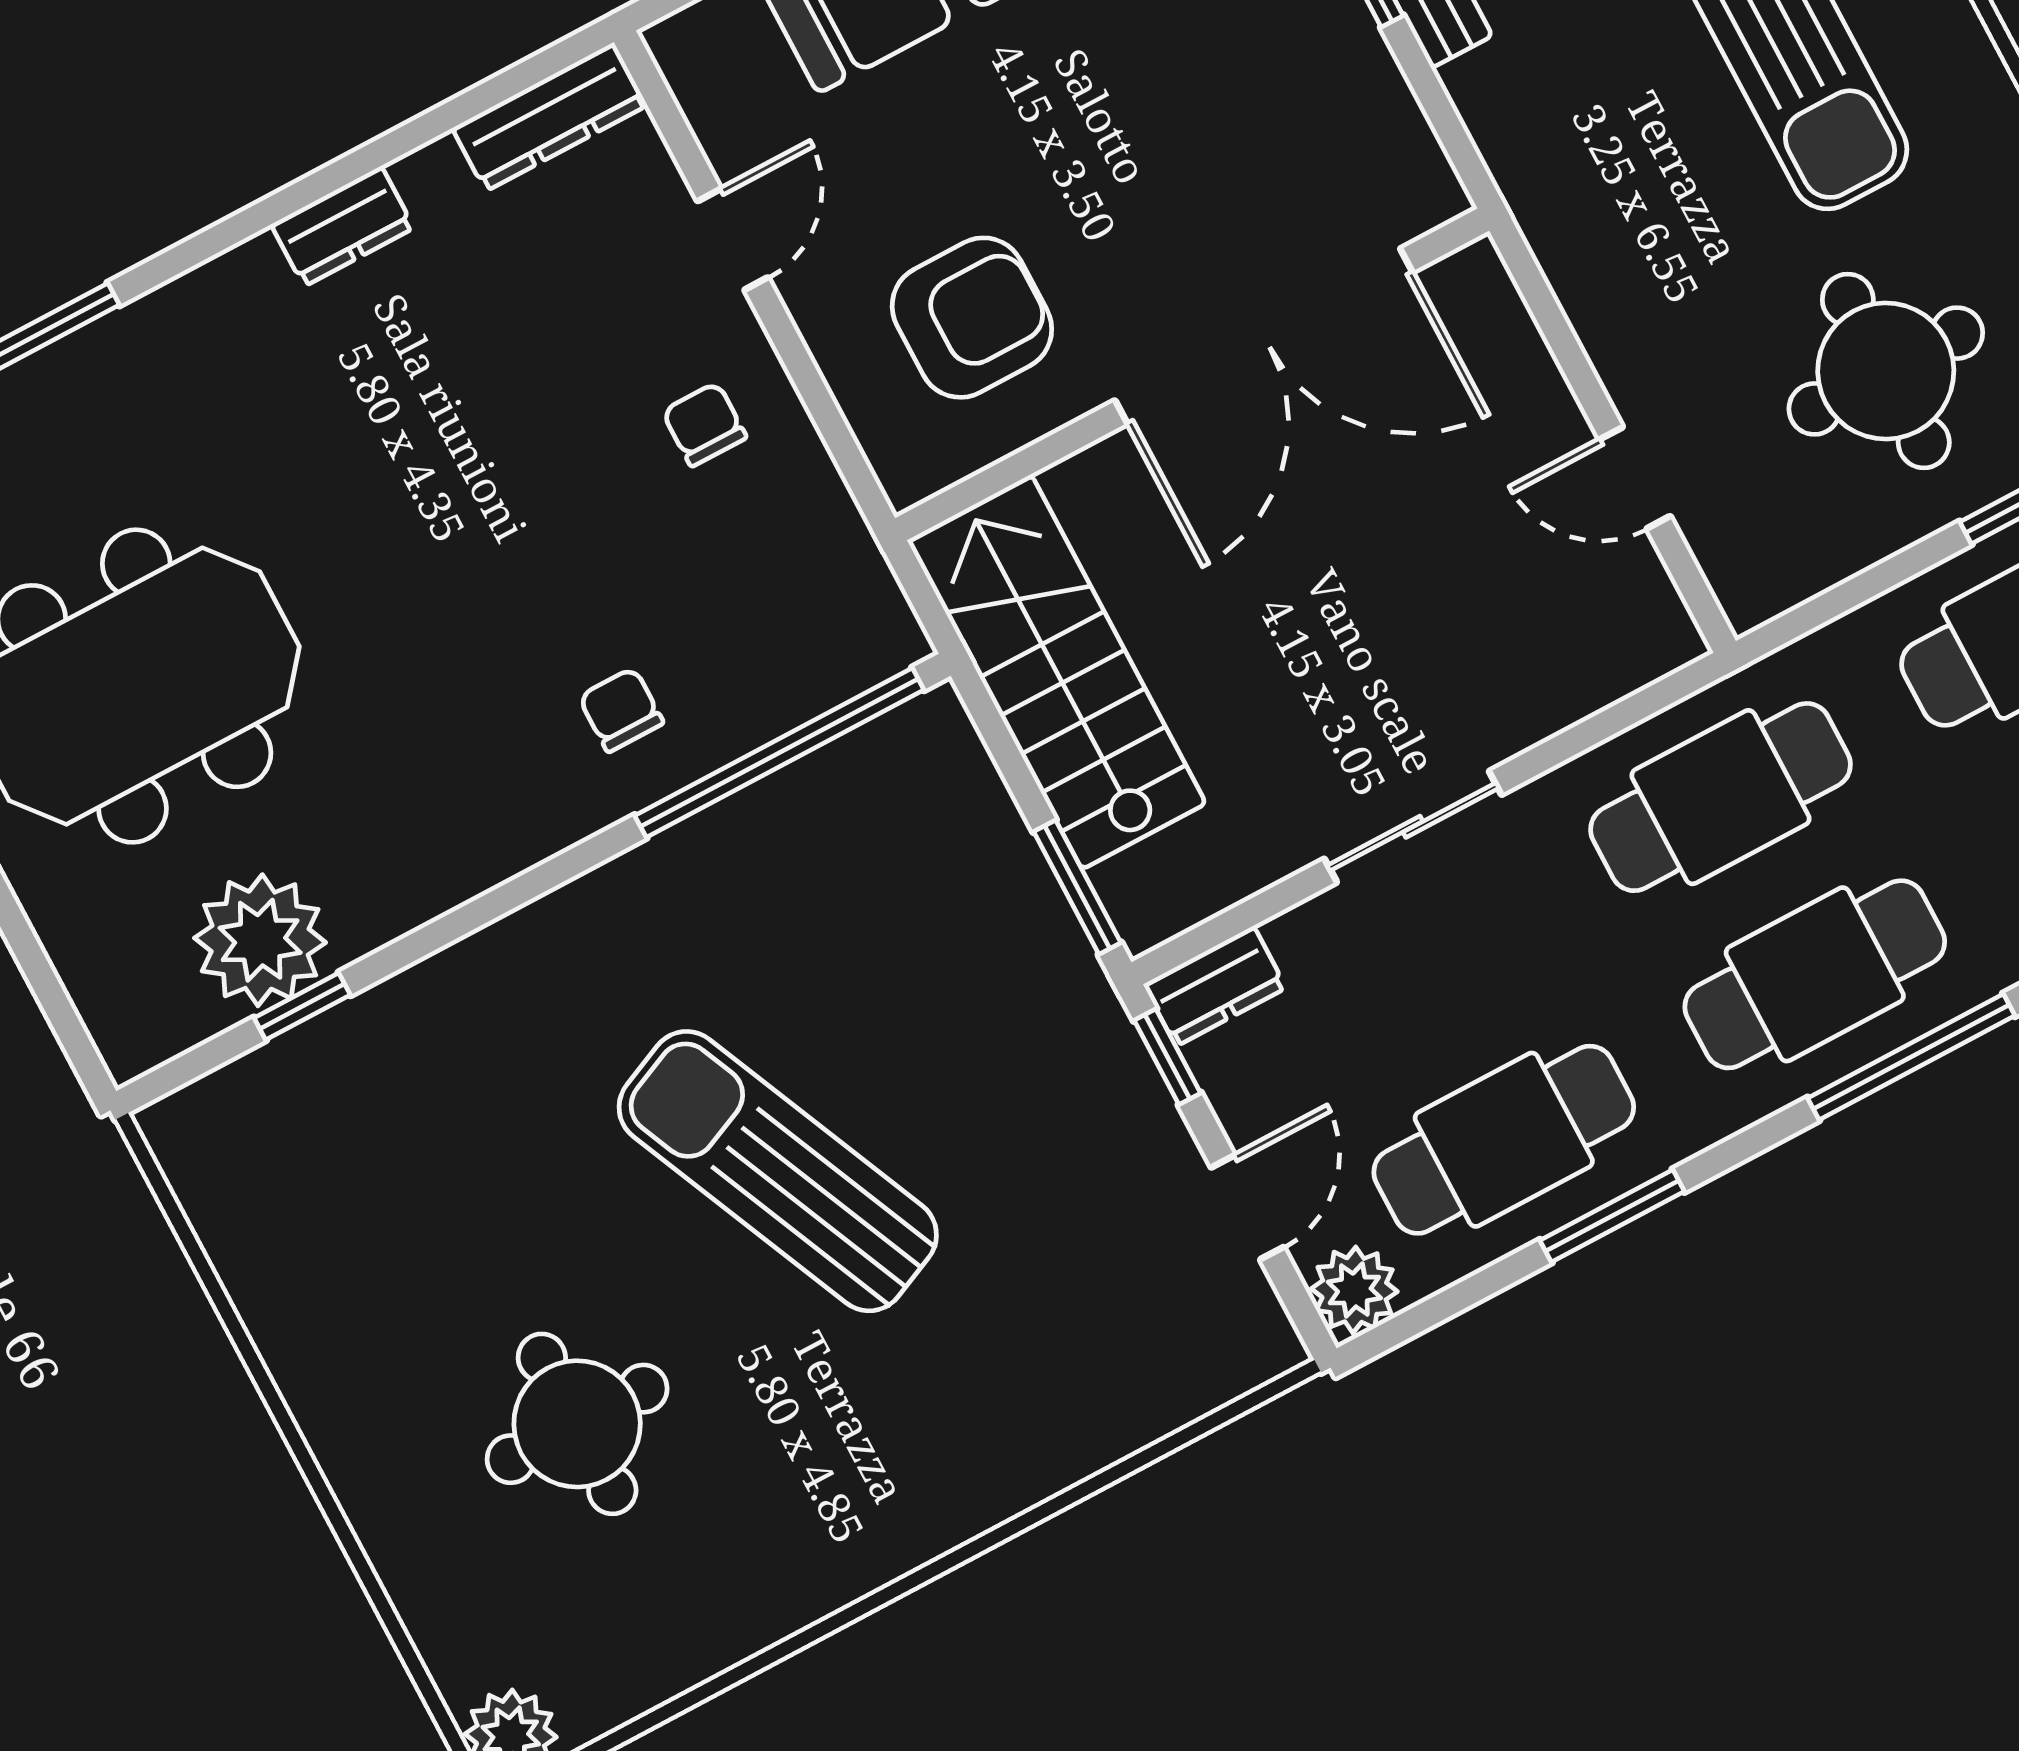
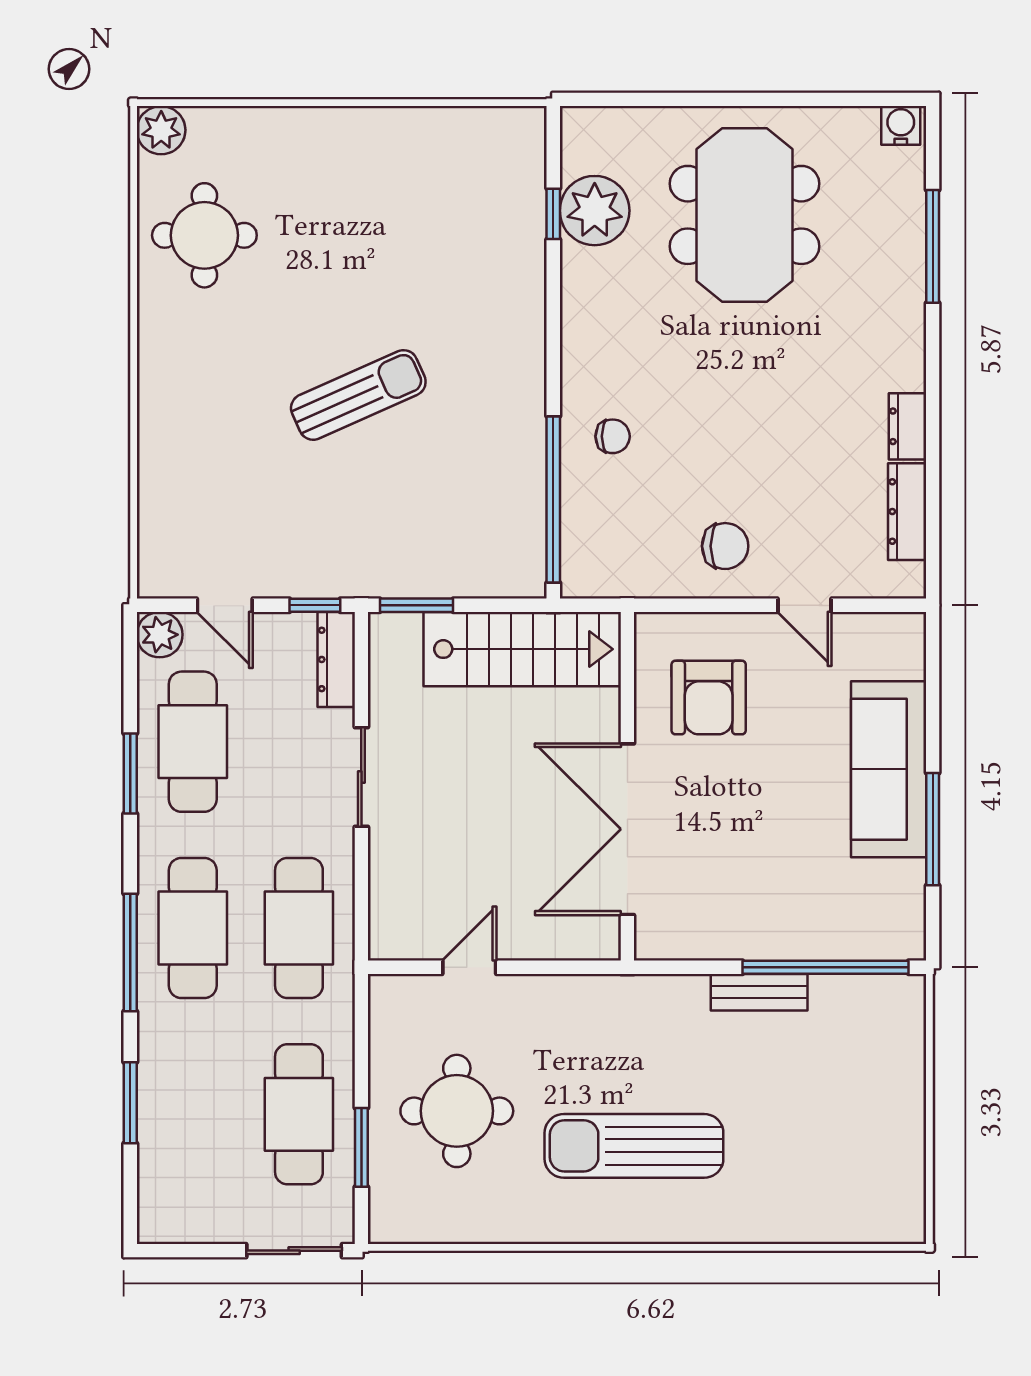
dresser: (550, 117) -> (907, 512), moved
chair: (704, 424) -> (725, 546), width x1.37, depth x1.37
dresser: (1215, 986) -> (336, 659), width x1.44
sun lounger: (778, 1171) -> (358, 395), width x0.73, depth x0.75
round table: (577, 1424) -> (204, 235), moved

